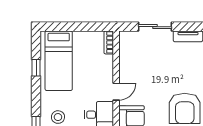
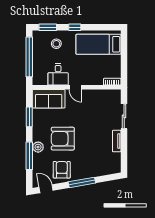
window: (36, 68) -> (75, 27), moved

